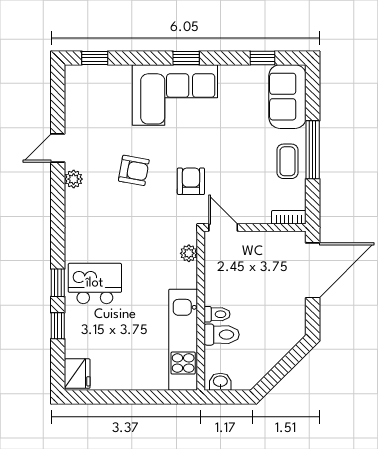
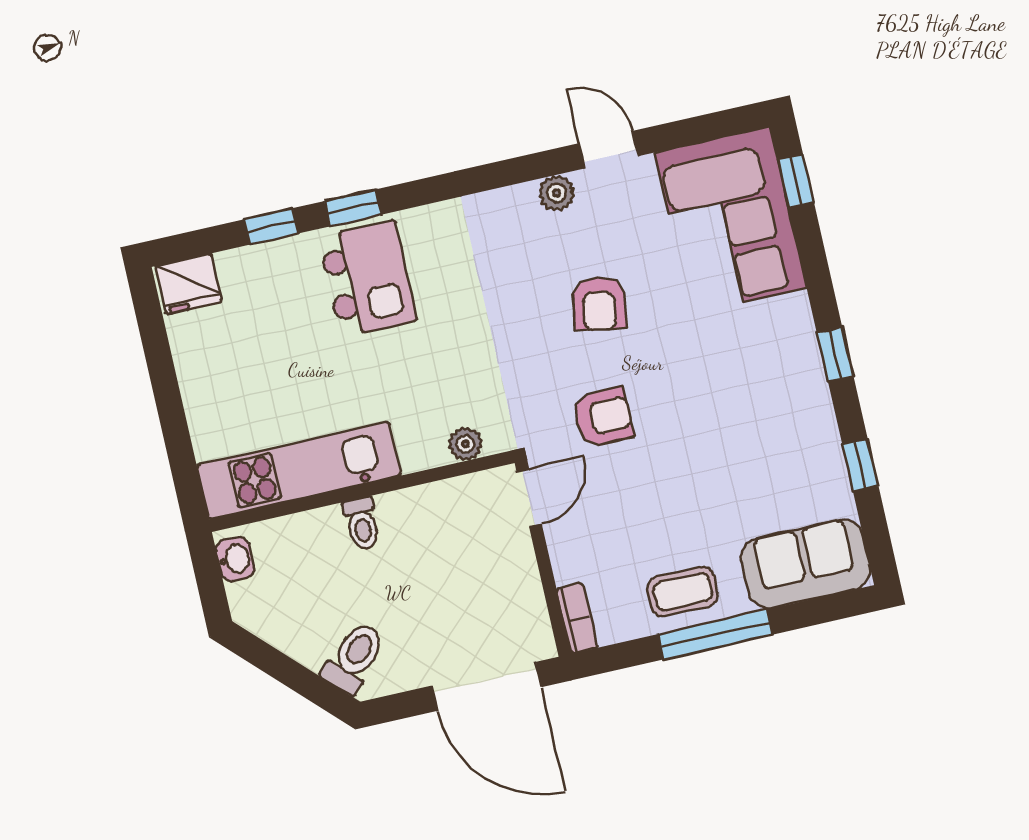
window: (263, 58) -> (860, 465), moved
corner sofa: (175, 95) -> (731, 220), moved
toilet: (222, 335) -> (354, 658), moved, turned -135

